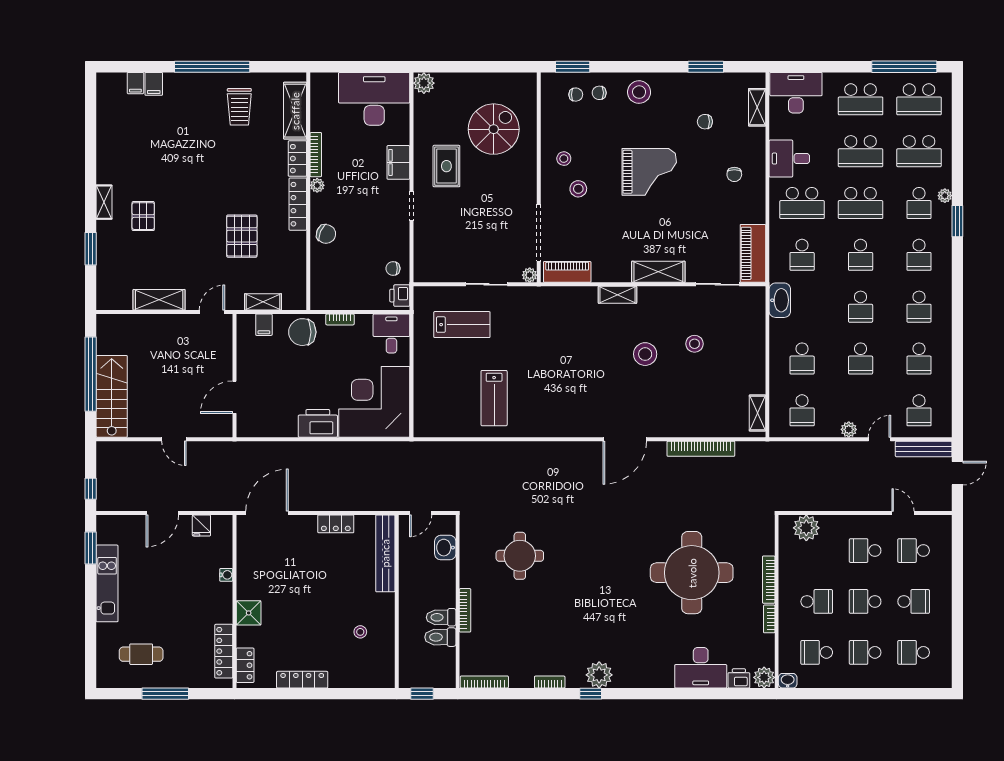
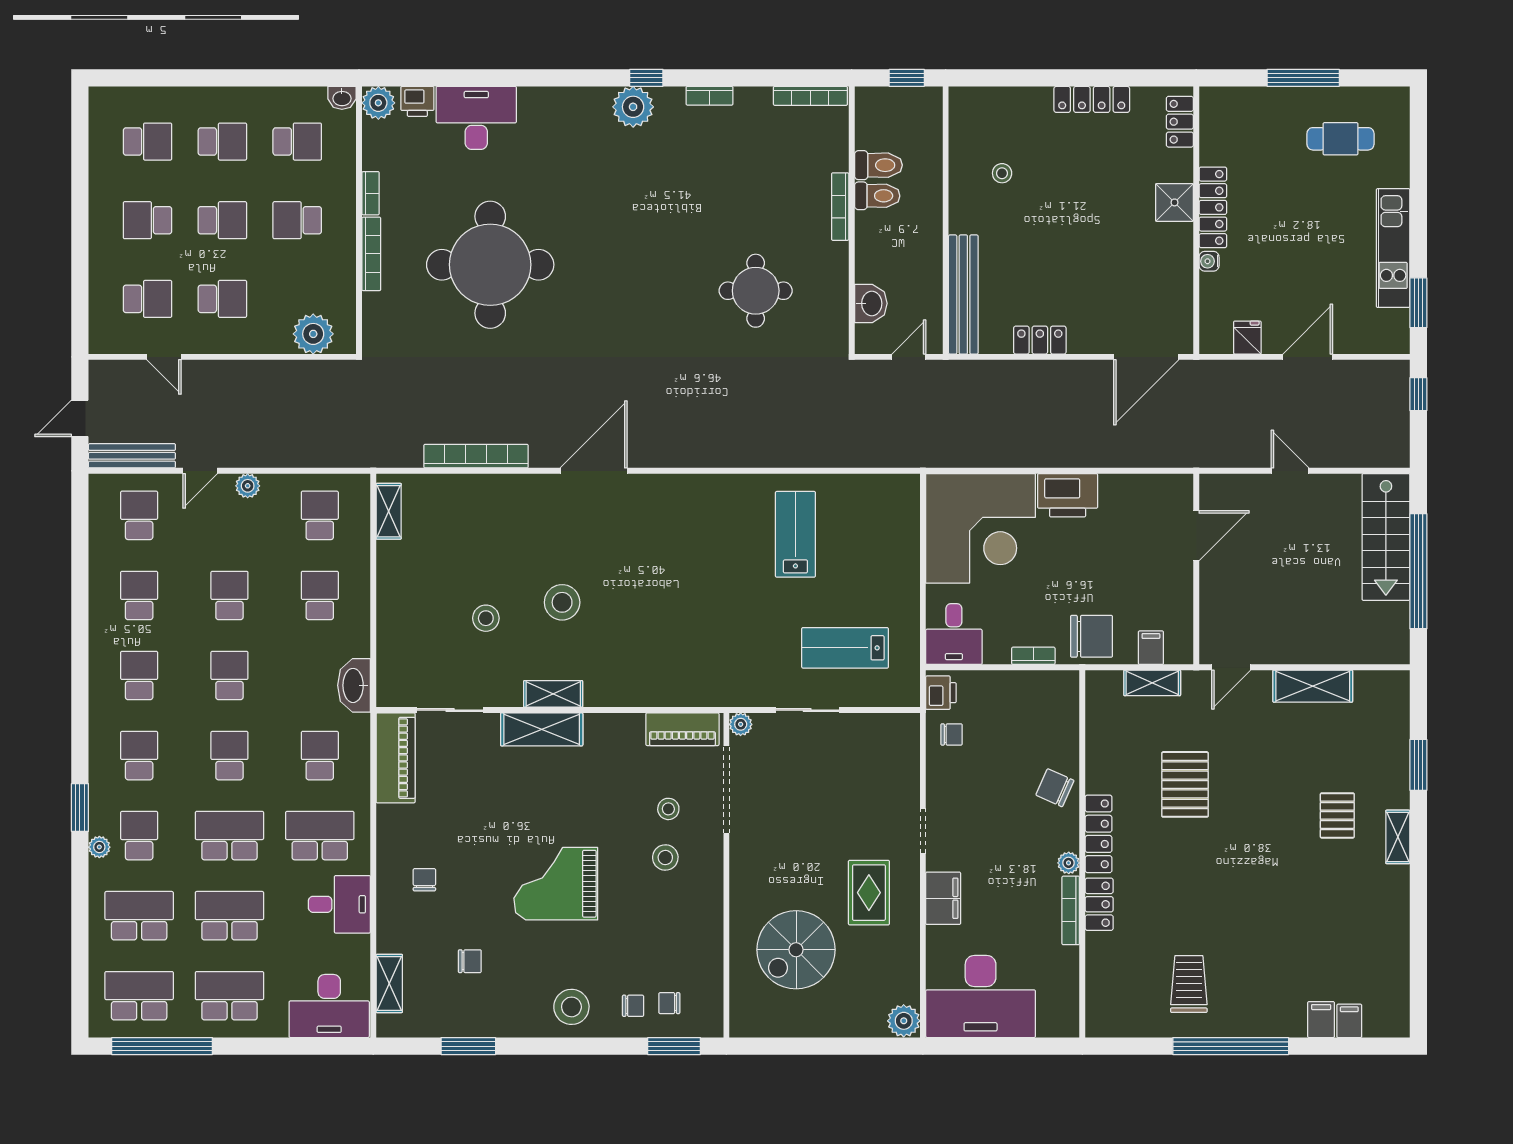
shelving: (295, 111) -> (1103, 978), removed
stool: (564, 159) -> (668, 809), moved
shelving: (617, 295) -> (553, 694), moved
locker: (224, 651) -> (1213, 207), moved

